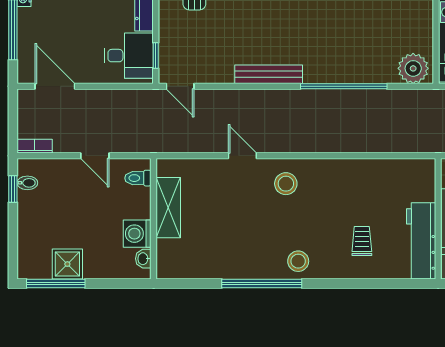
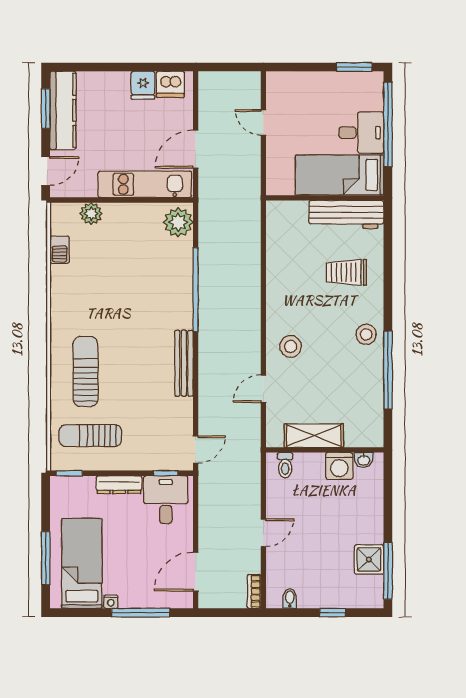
toilet: (138, 178) -> (285, 465), moved
window: (13, 189) -> (333, 613), moved
shelving: (168, 208) -> (314, 436), moved
wall: (154, 219) -> (325, 450), moved
washing machine: (137, 234) -> (339, 466), moved
trolley: (362, 241) -> (347, 272), width x1.36, depth x1.39
washbasin: (143, 259) -> (364, 460), moved

